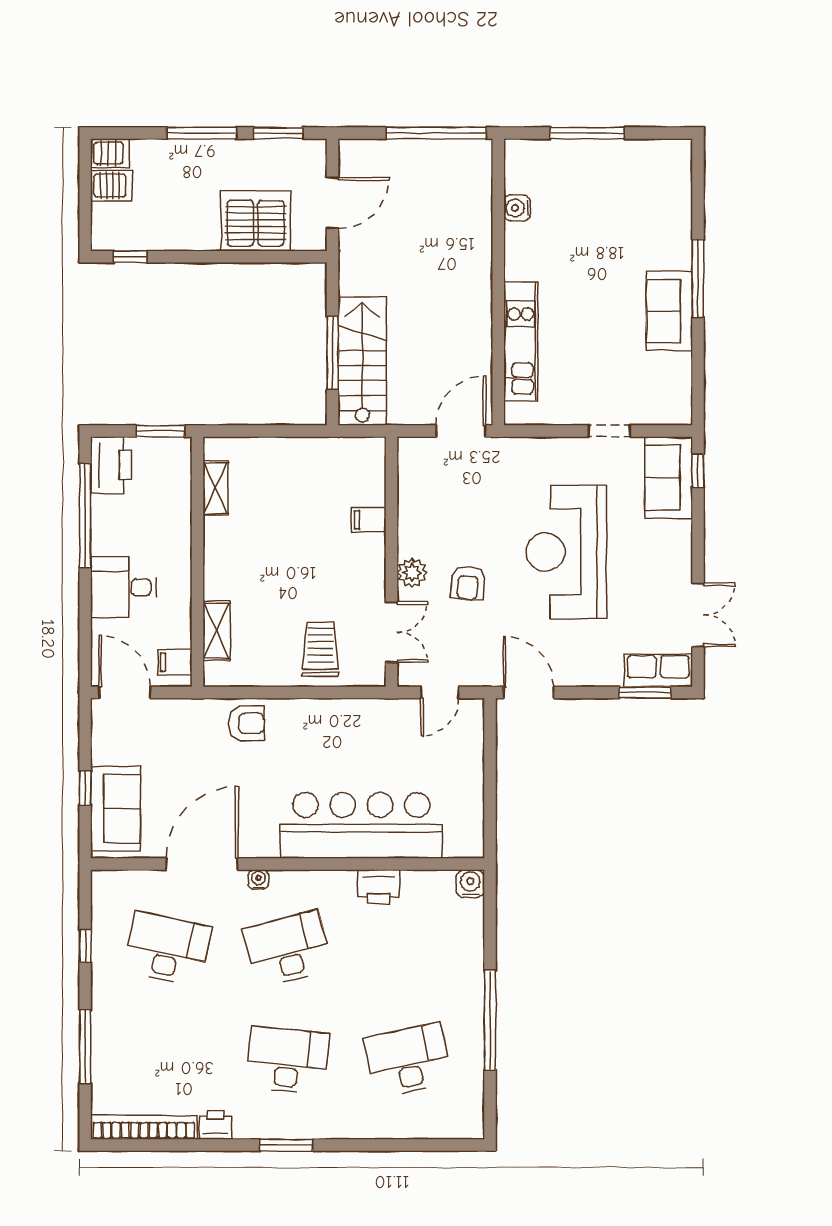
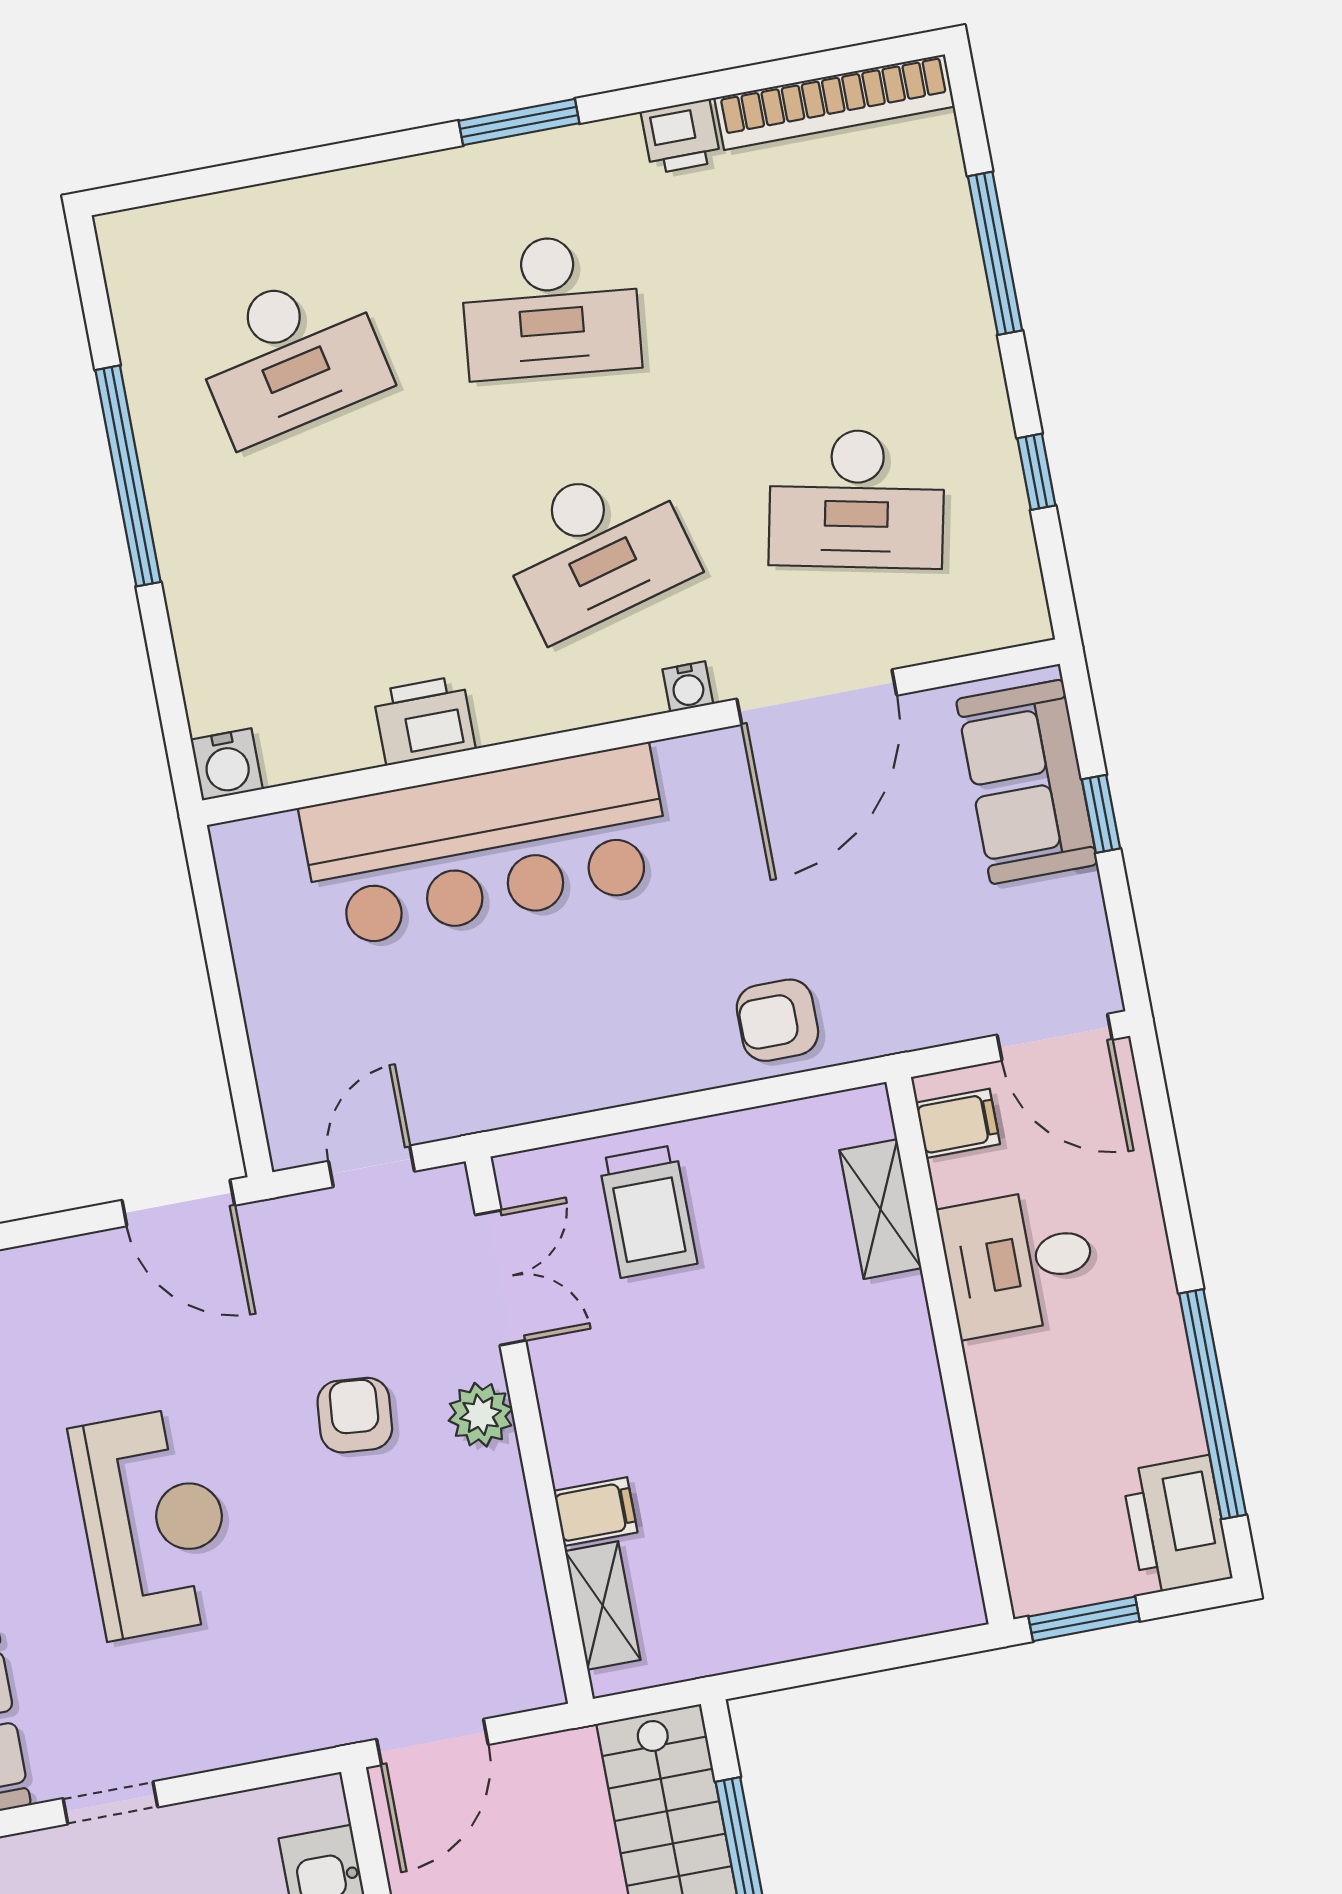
shelving: (216, 488) -> (603, 1605), moved
reception desk: (566, 552) -> (154, 1523), width x0.74, depth x0.77
desk: (123, 587) -> (1019, 1262), moved, turned 180
double door: (392, 632) -> (500, 1278), swing flipped

